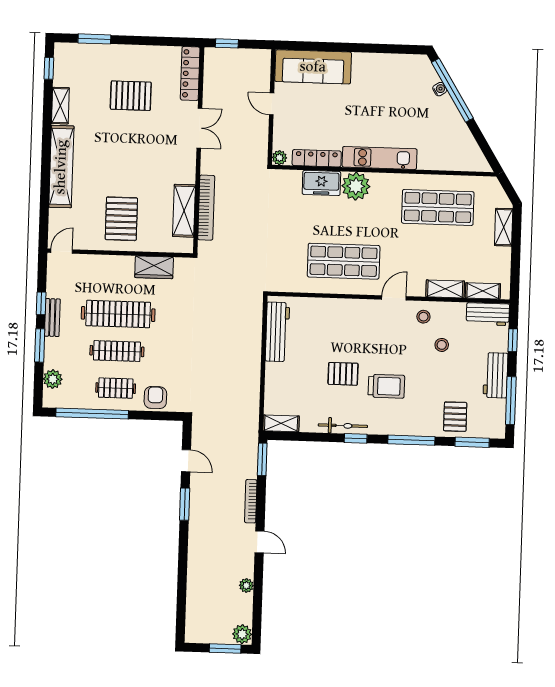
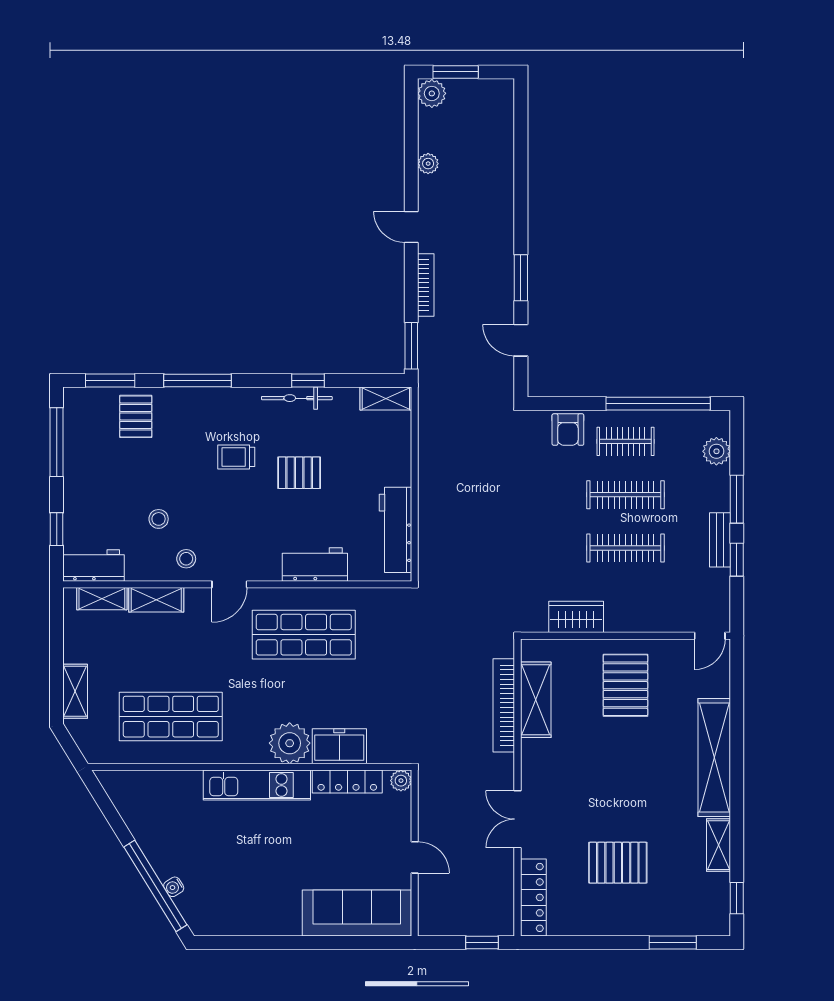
clothes rail: (118, 314) -> (625, 548), width x0.73, depth x0.76
workbench: (496, 375) -> (315, 564), moved, turned -90
trolley: (386, 386) -> (236, 457), width x0.73, depth x0.72
window: (356, 438) -> (308, 380), moved

